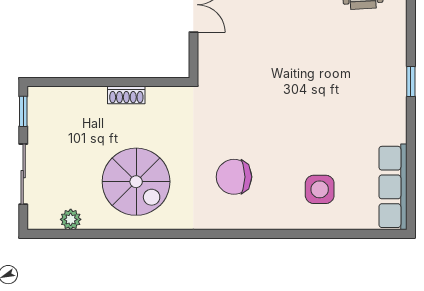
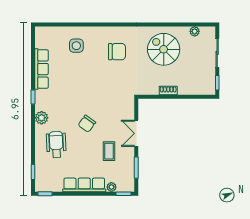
chair: (298, 25) -> (87, 124), added
plant: (393, 38) -> (42, 118), added
row of seats: (393, 187) -> (42, 69), moved

